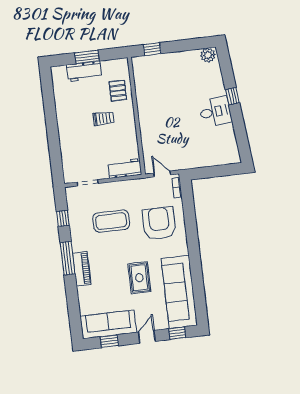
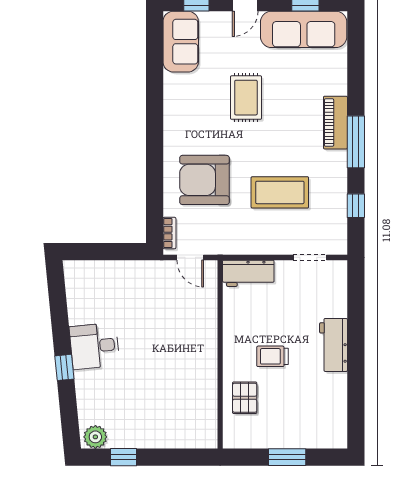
window: (152, 49) -> (124, 457), moved
workbench: (84, 71) -> (334, 345), moved, turned -90
armchair: (159, 223) -> (204, 180), turned 90
sofa: (179, 292) -> (181, 42), width x0.54, depth x0.79

